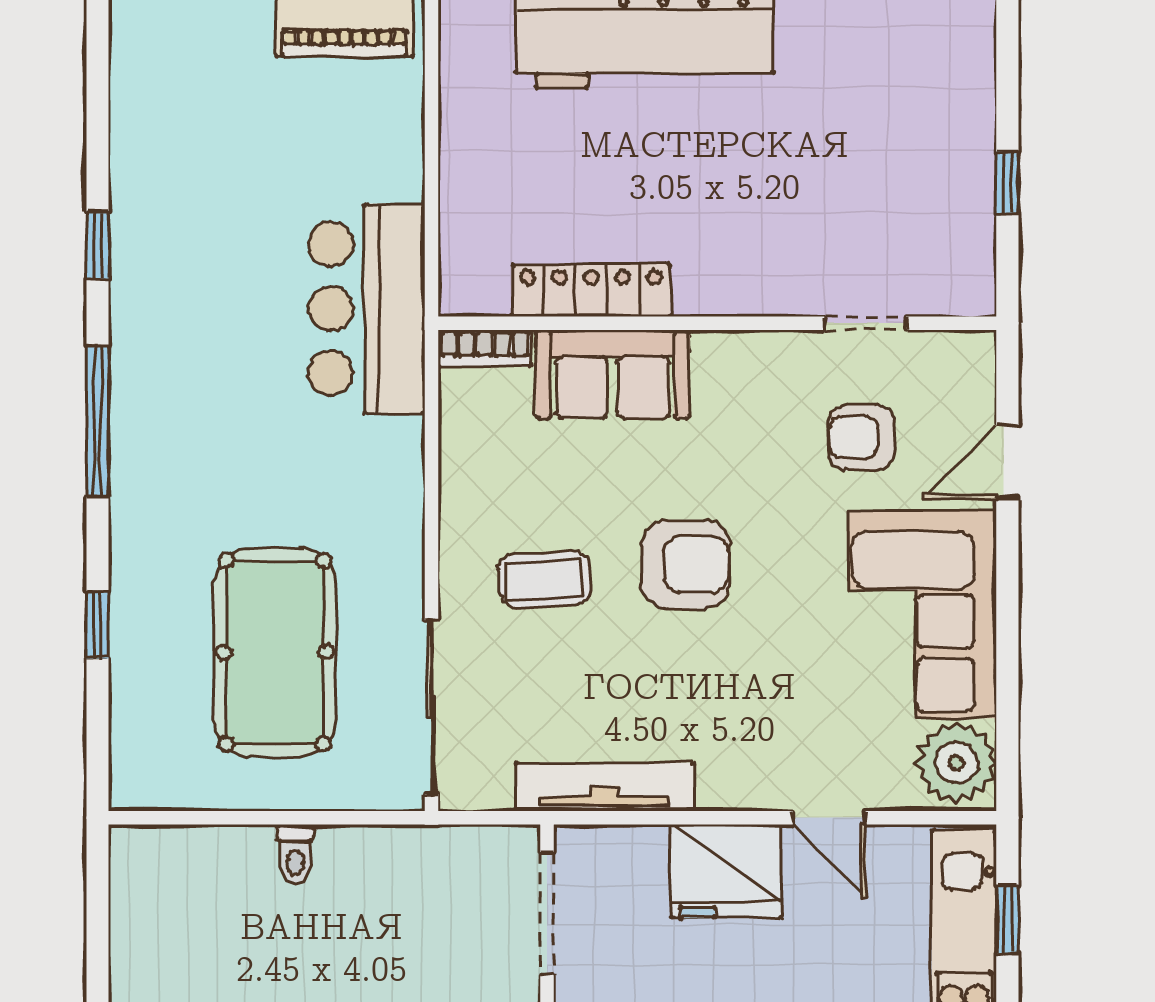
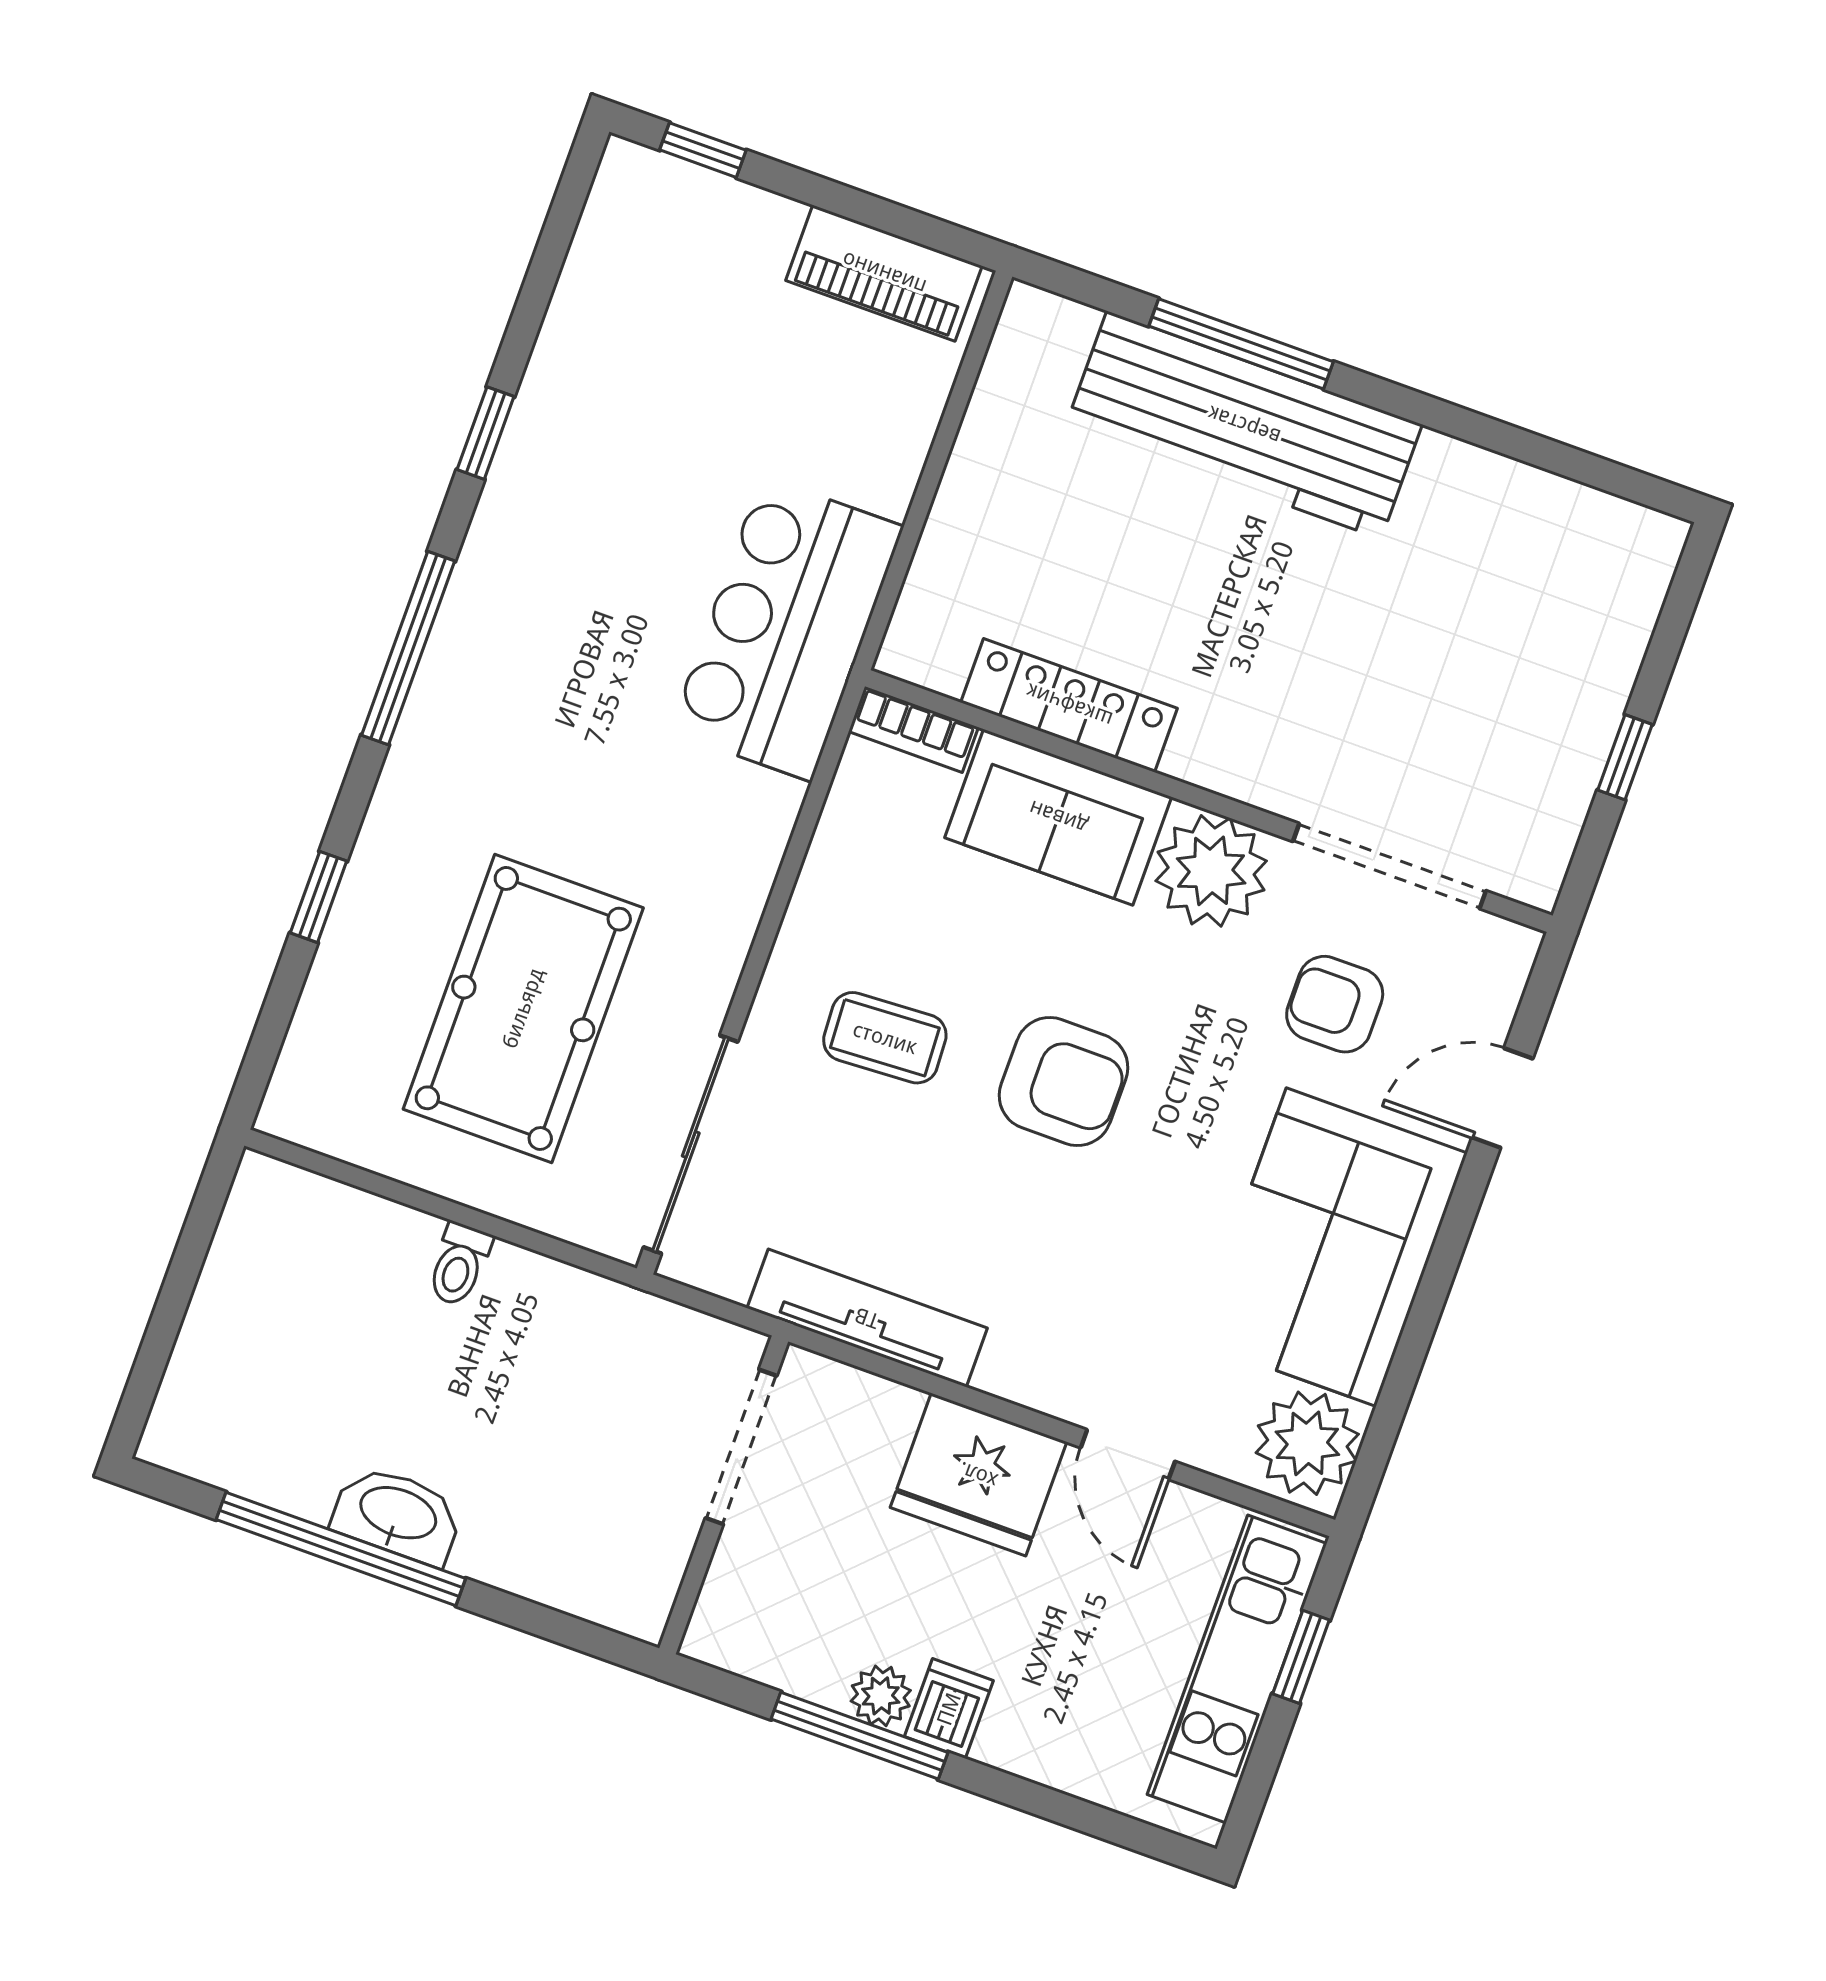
doorway: (865, 323) -> (1389, 866), width x1.88
plant: (737, 373) -> (1211, 871), added

